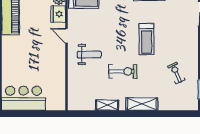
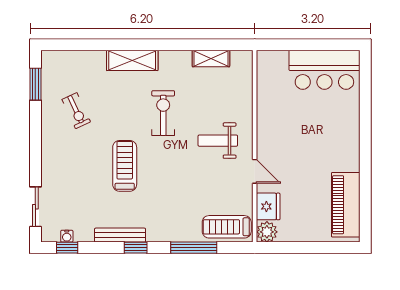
exercise bike: (123, 71) -> (163, 113), turned 90
shelving: (107, 105) -> (211, 58), moved

